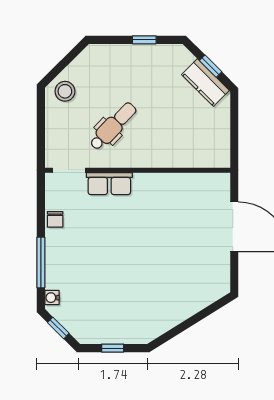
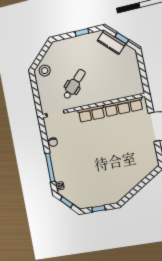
kitchen counter: (205, 82) -> (111, 42), moved
row of seats: (190, 183) -> (123, 107), added
row of seats: (109, 184) -> (91, 114), moved

